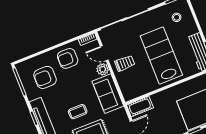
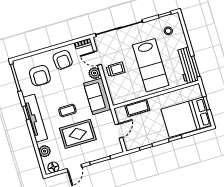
lab bench: (161, 55) -> (151, 65), turned 180
armchair: (68, 58) -> (63, 60), turned -95
armchair: (45, 77) -> (40, 76), turned -90
cot: (140, 106) -> (137, 108), moved

